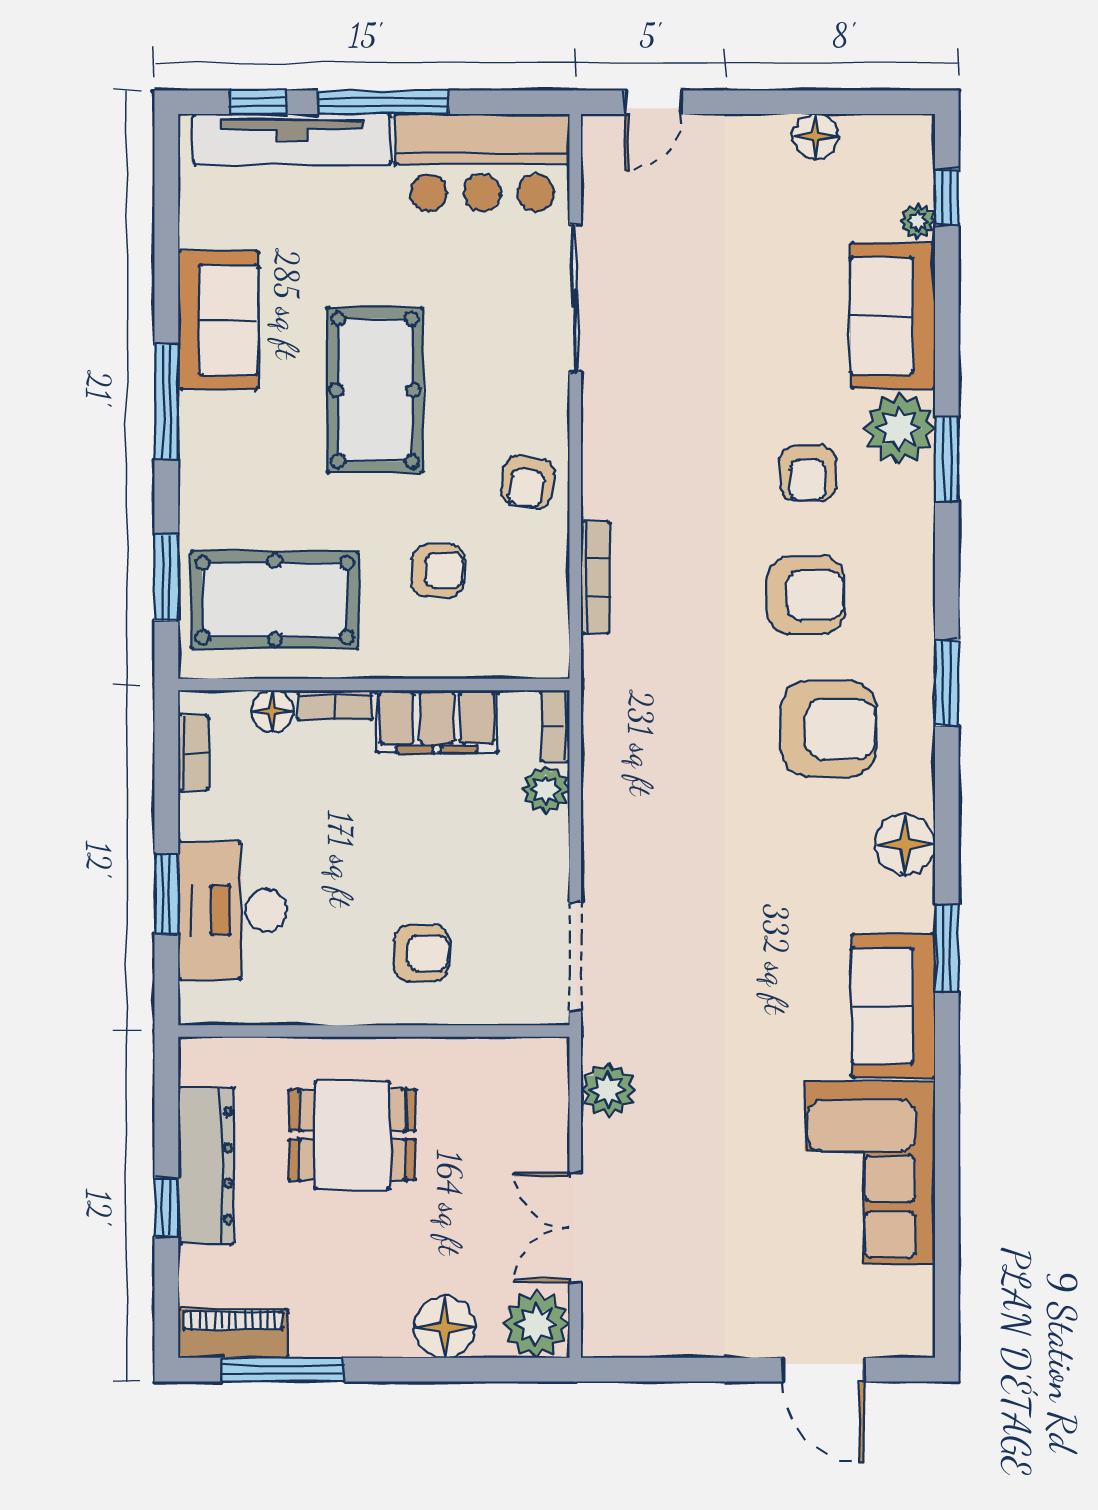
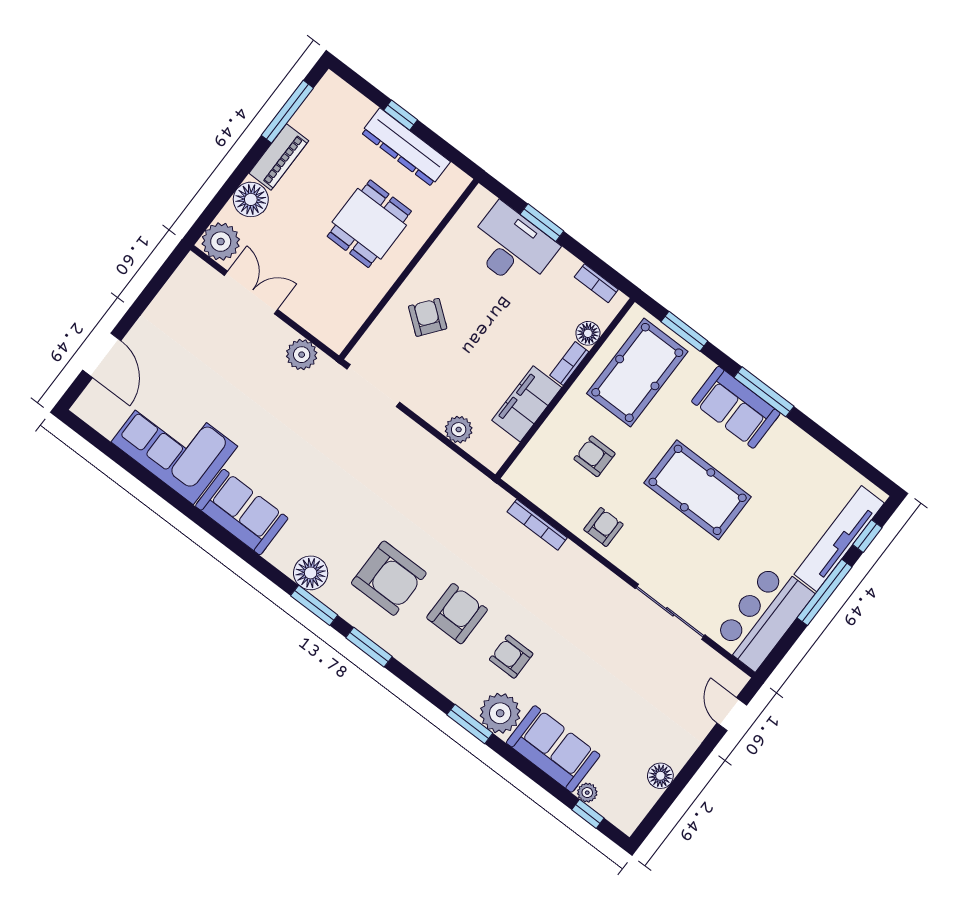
sofa: (218, 320) -> (736, 407), moved
armchair: (528, 482) -> (603, 527), turned 79
armchair: (438, 570) -> (595, 456), turned 90
armchair: (806, 595) -> (457, 614), turned 180
bookcase: (555, 726) -> (484, 456), removed
armchair: (829, 729) -> (389, 578), turned -90
window: (947, 948) -> (314, 605), moved
armchair: (421, 953) -> (428, 317), turned 128
piano: (233, 1333) -> (279, 157), moved
door: (823, 1370) -> (102, 355), swing flipped

